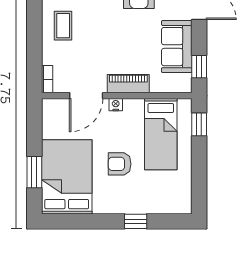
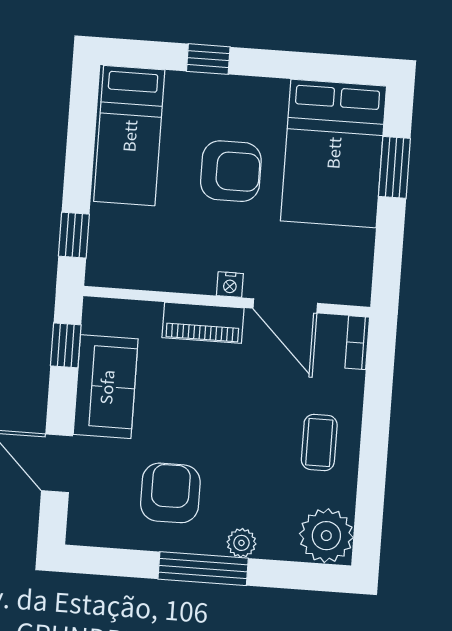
door: (86, 96) -> (285, 306), swing flipped
bed: (161, 134) -> (129, 136), moved, turned 180
armchair: (120, 164) -> (231, 171), width x1.38, depth x1.38

